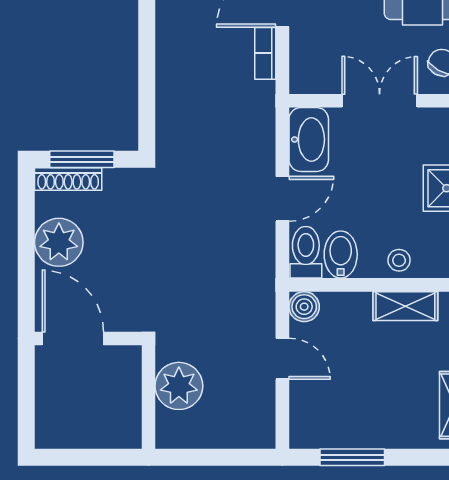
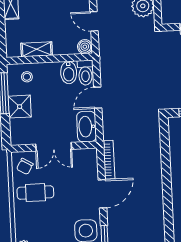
bookcase: (265, 53) -> (109, 160), width x1.56
stool: (399, 260) -> (27, 77), moved

